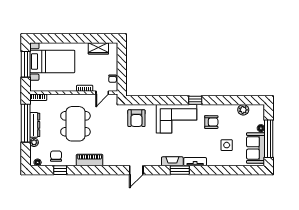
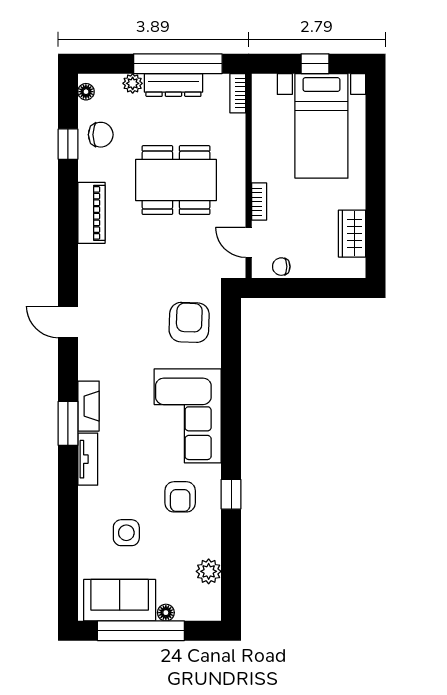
window: (26, 64) -> (315, 64), width x0.46
window: (195, 100) -> (231, 494), moved
armchair: (136, 118) -> (189, 322), turned 92

